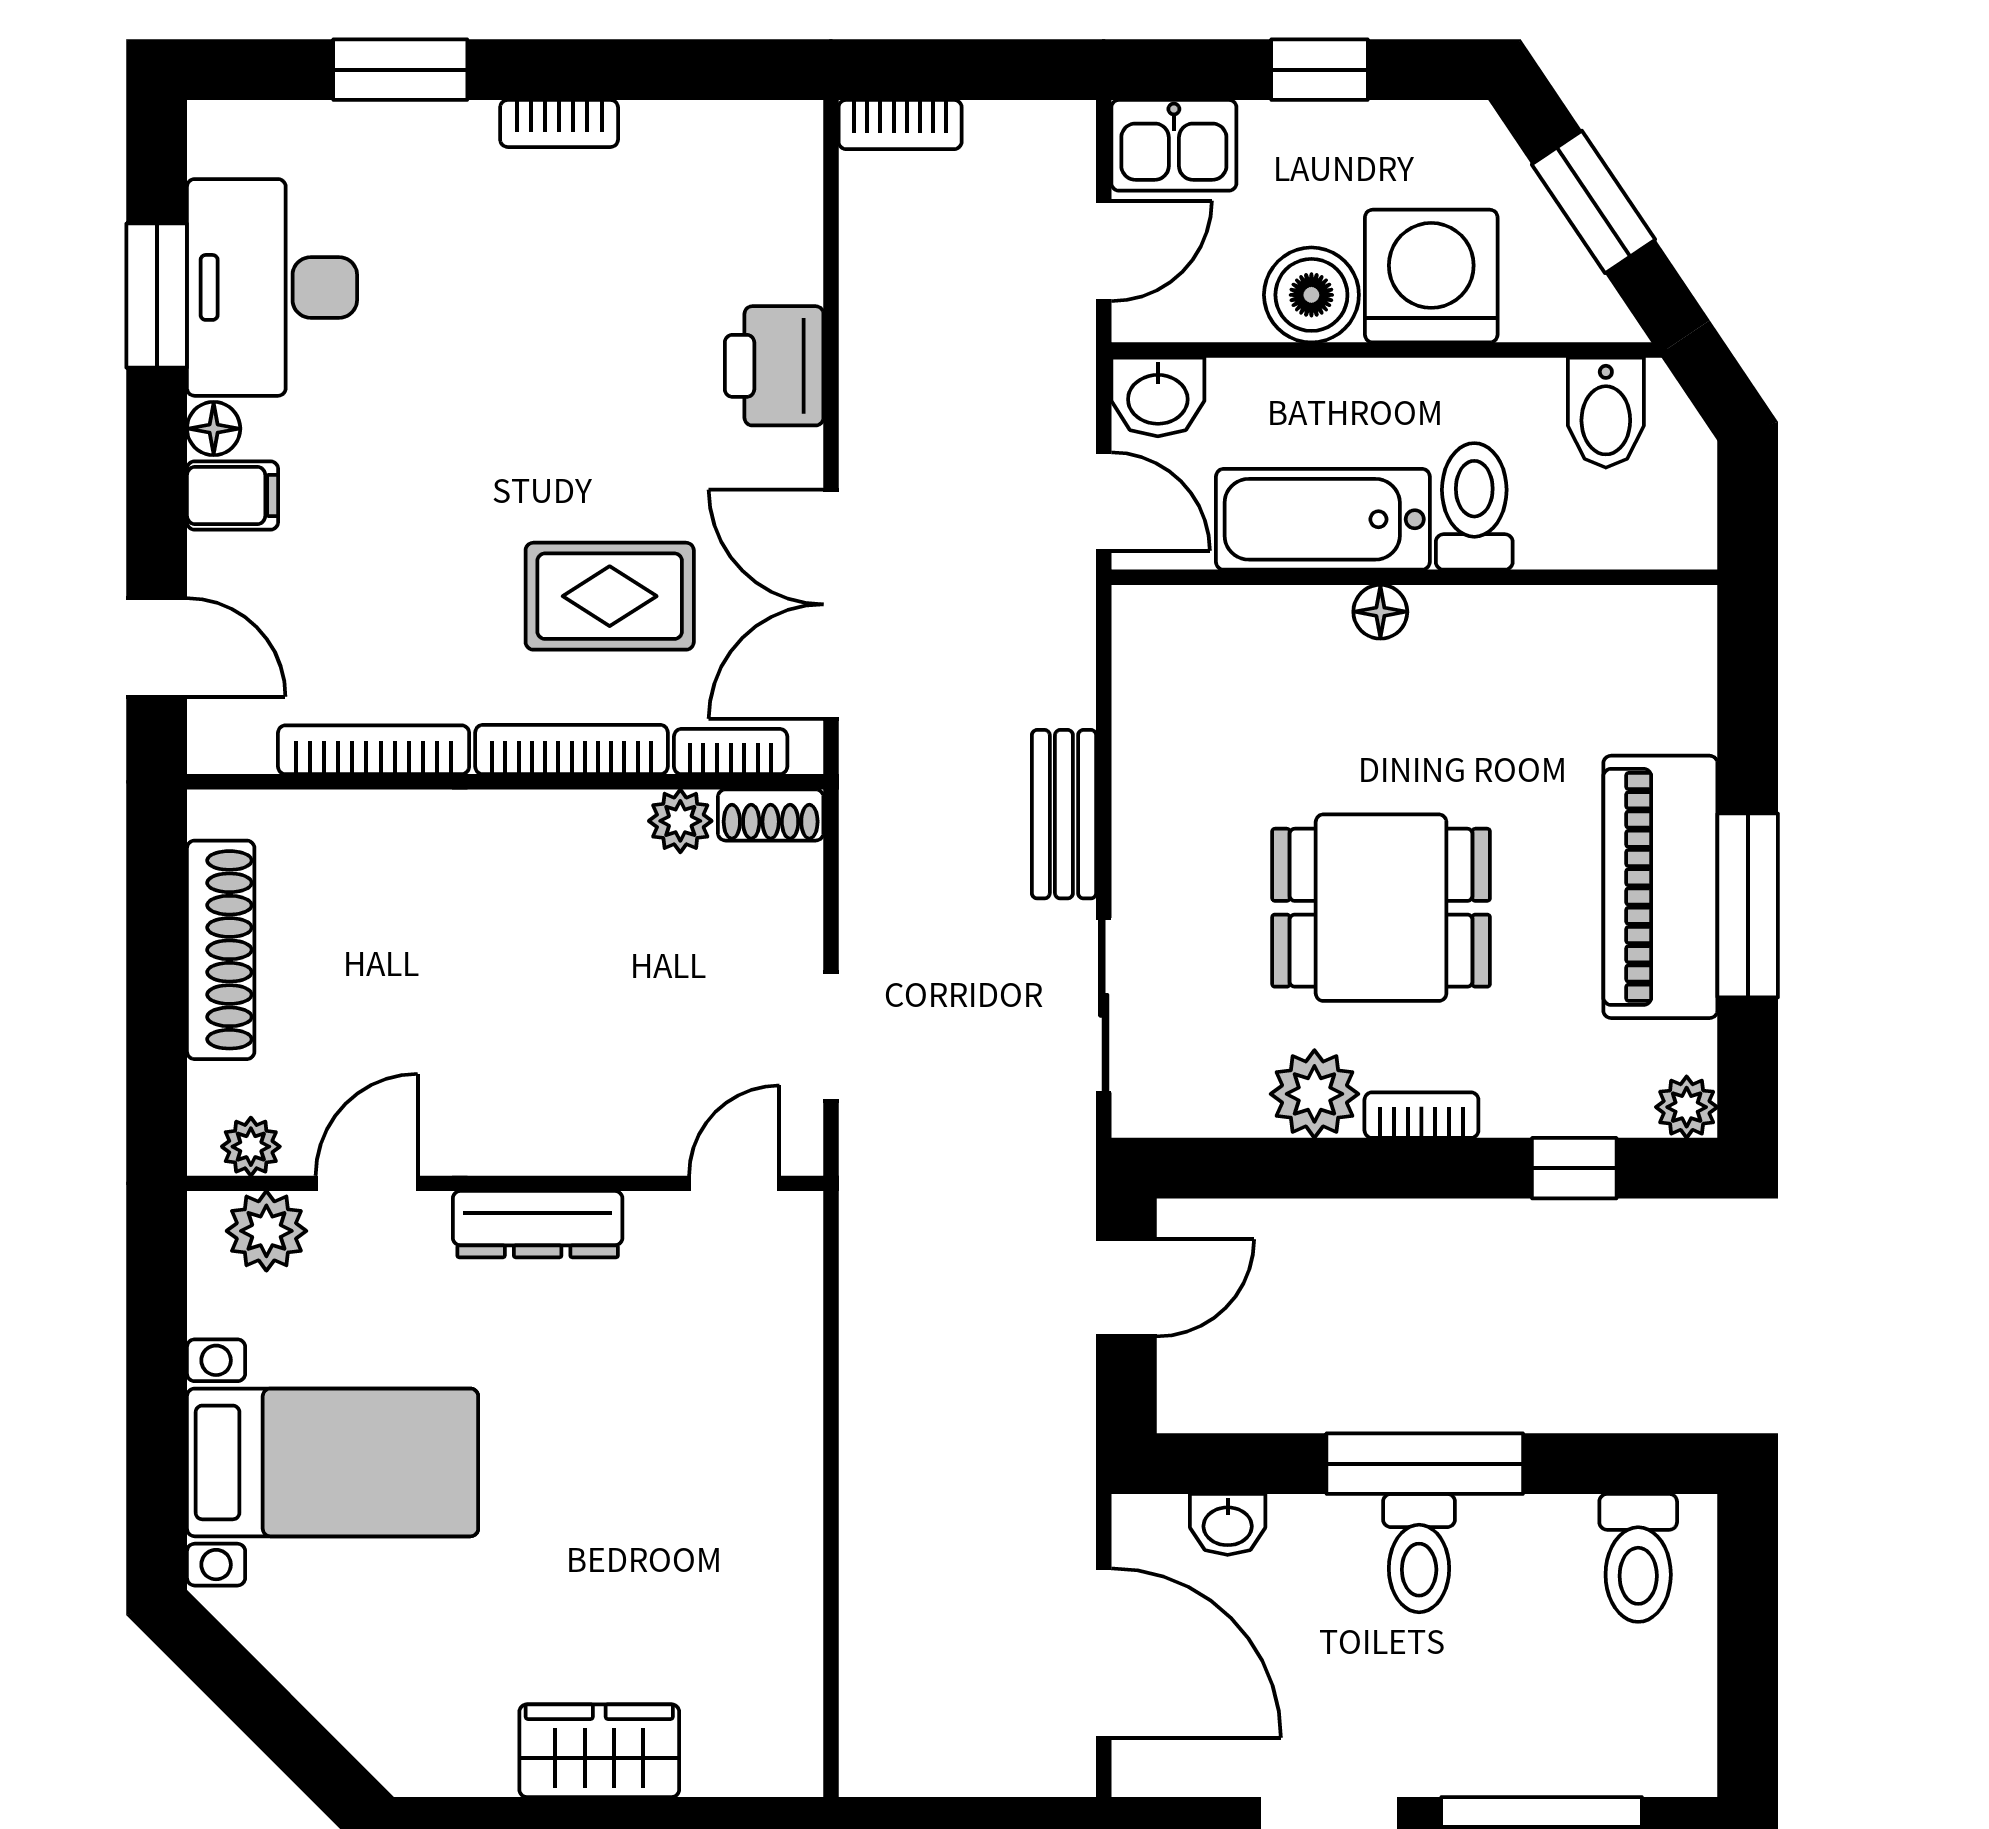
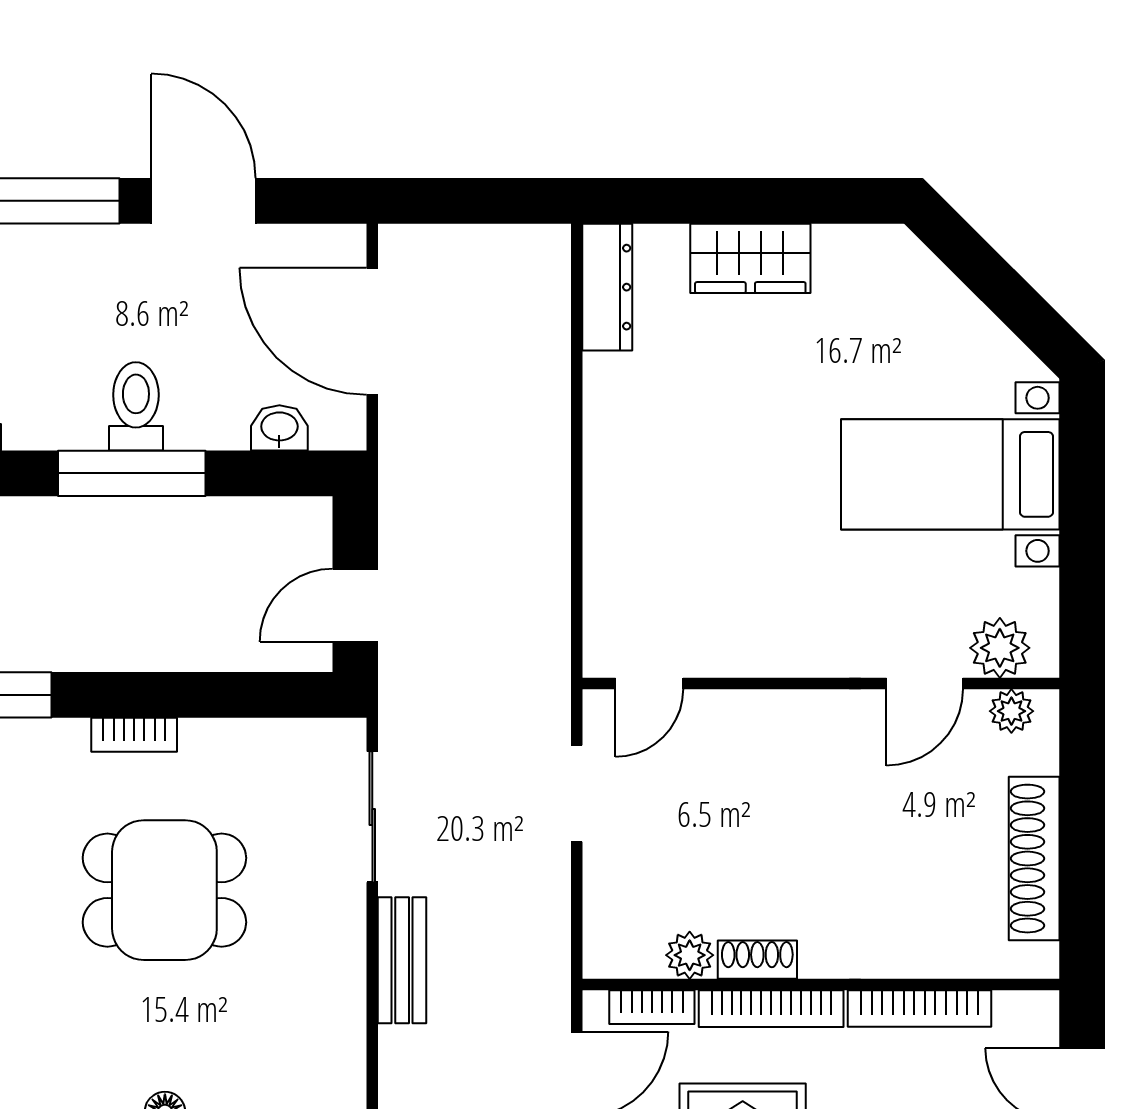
shoe rack: (771, 815) -> (757, 960), moved
plant: (1314, 1094) -> (214, 751), removed
dresser: (538, 1224) -> (607, 287), moved, turned 90

